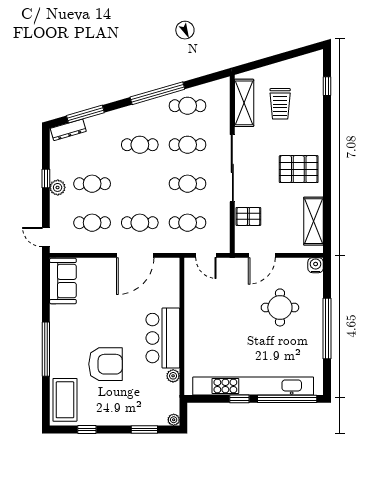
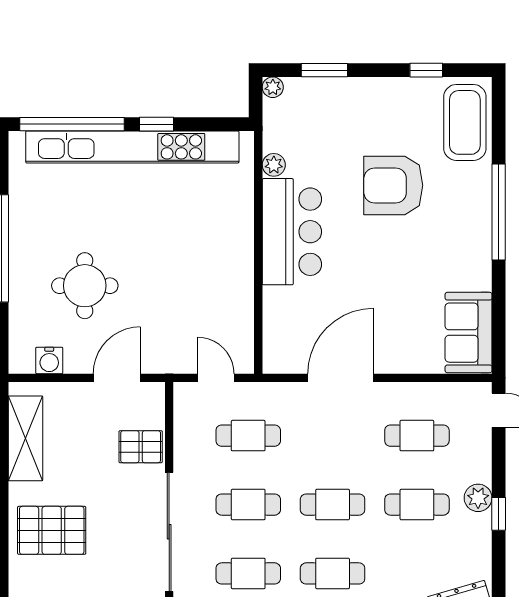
cafe table: (140, 223) -> (333, 505), moved
water cooler: (316, 265) -> (49, 360), moved

